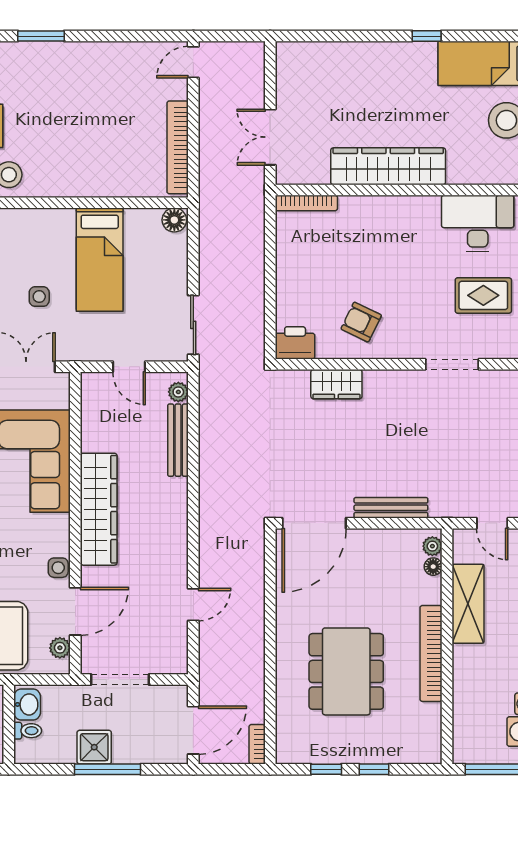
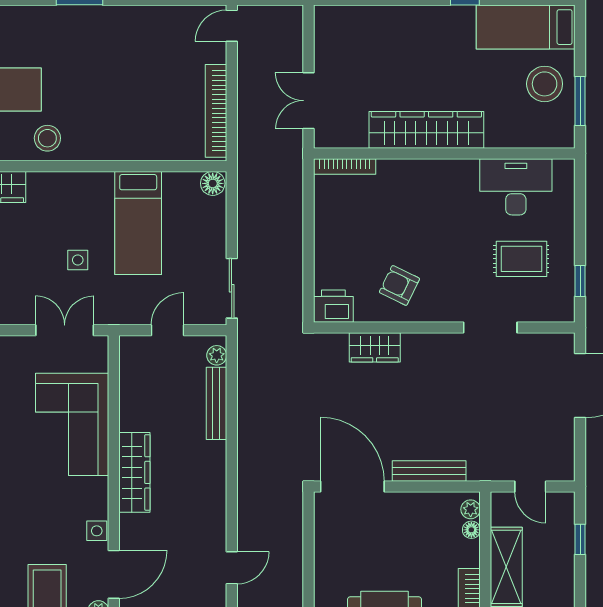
door: (129, 367) -> (167, 330), swing flipped
wardrobe: (99, 509) -> (134, 472), width x0.71, depth x0.85
door: (314, 523) -> (352, 486), swing flipped

